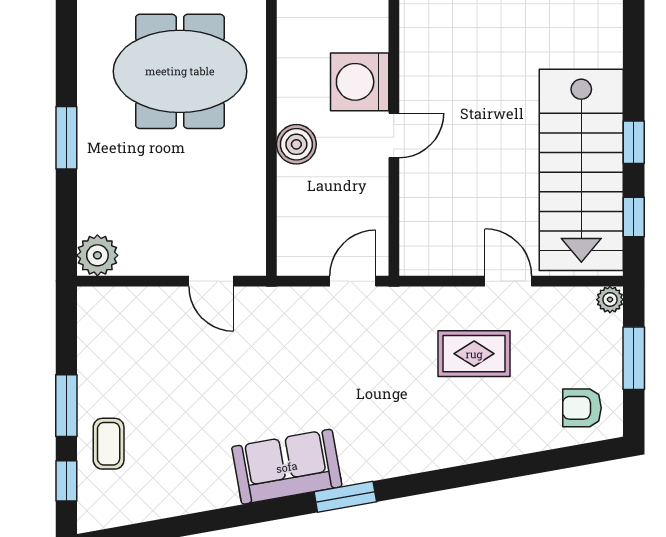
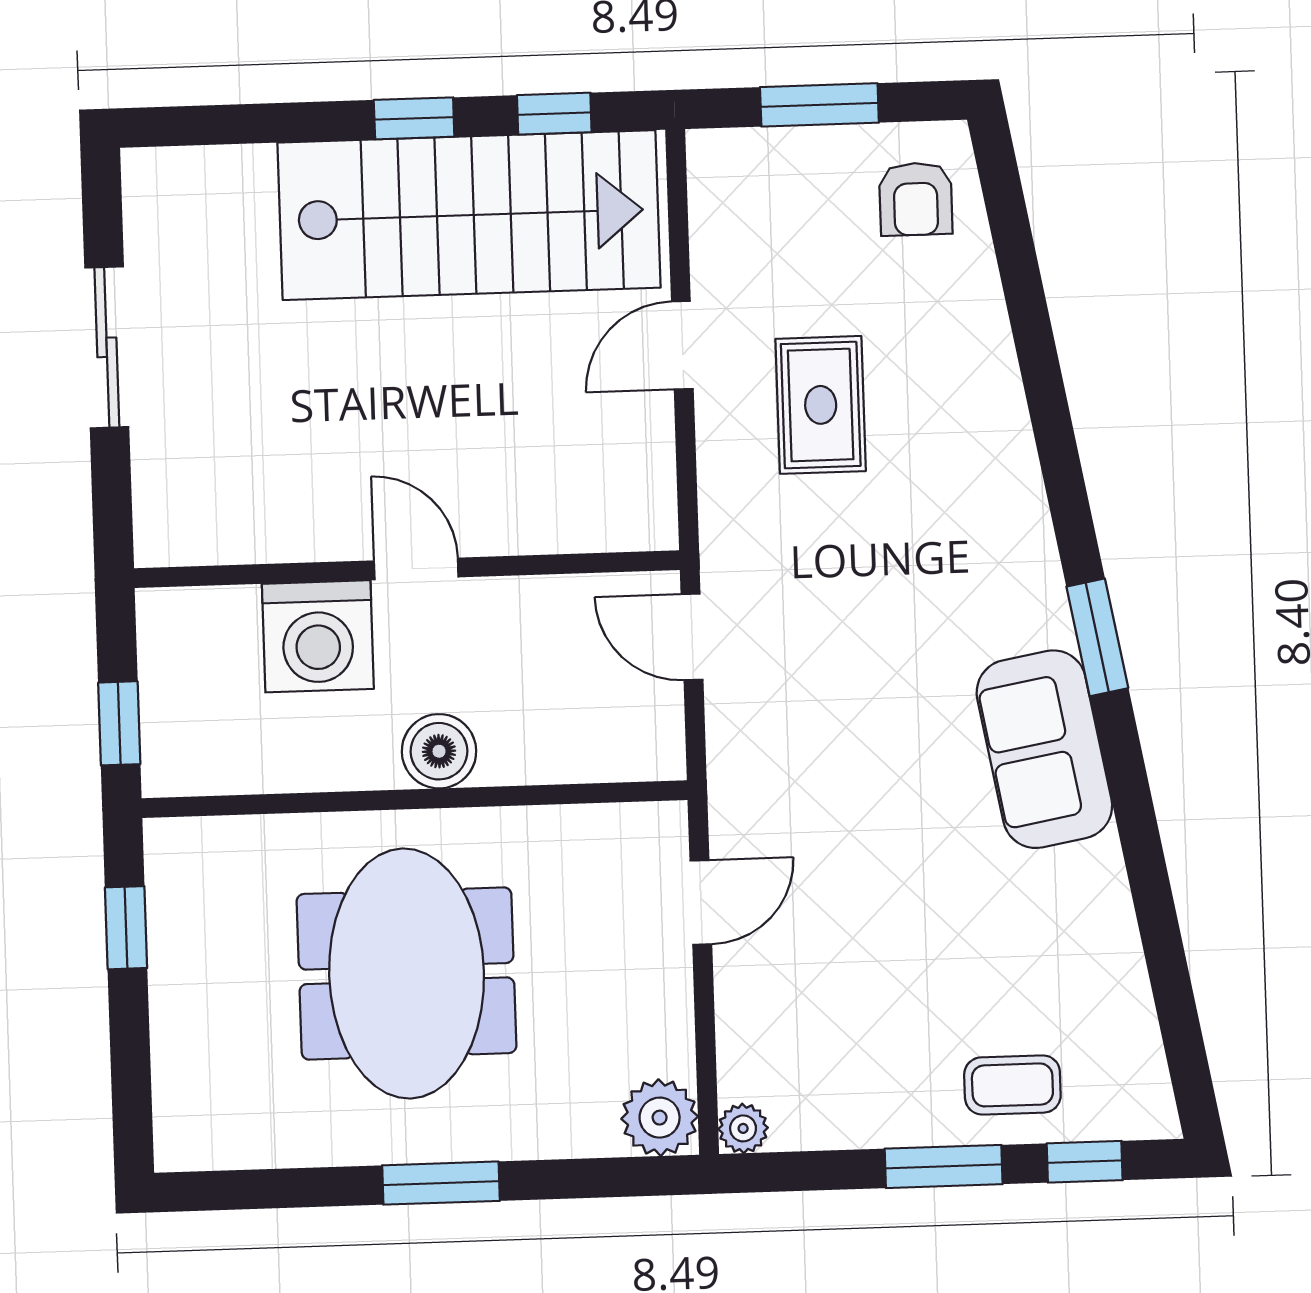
meeting table: (180, 71) -> (407, 974), moved
plant: (610, 300) -> (743, 1128), moved

